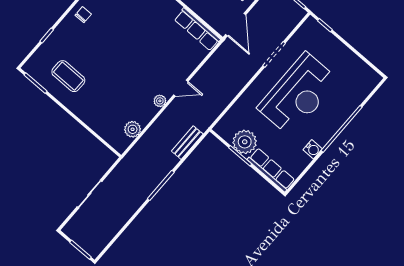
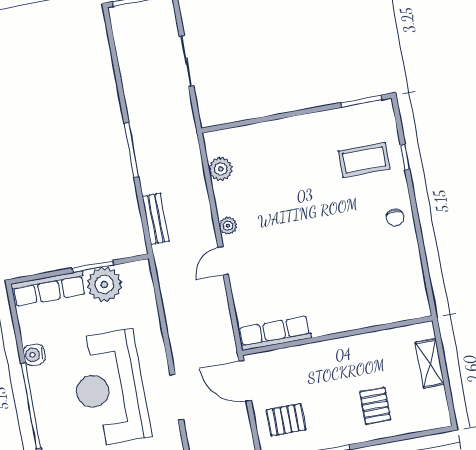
coffee table: (68, 76) -> (364, 160), moved

